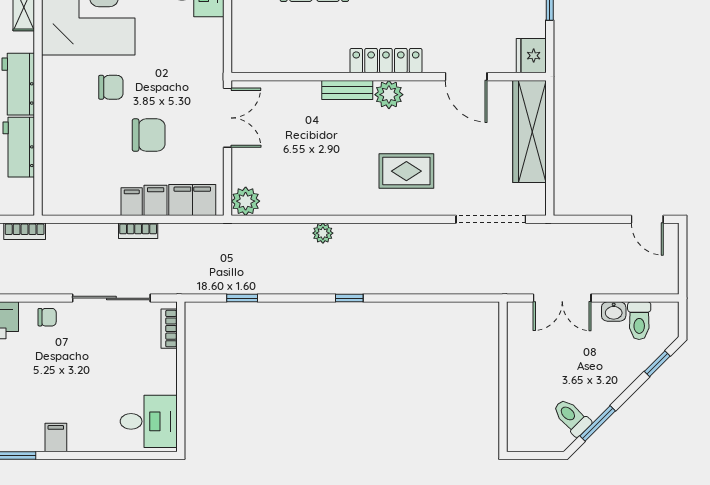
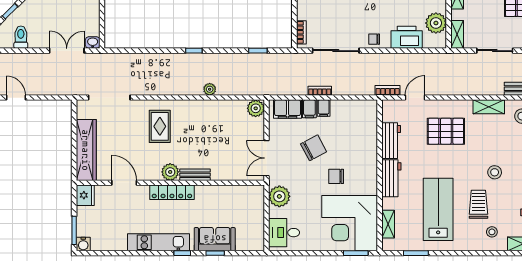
plant: (206, 54) -> (279, 196), added
chair: (149, 135) -> (314, 148), turned 152
rug: (406, 171) -> (160, 126), turned 90
washbasin: (614, 311) -> (93, 43), moved

